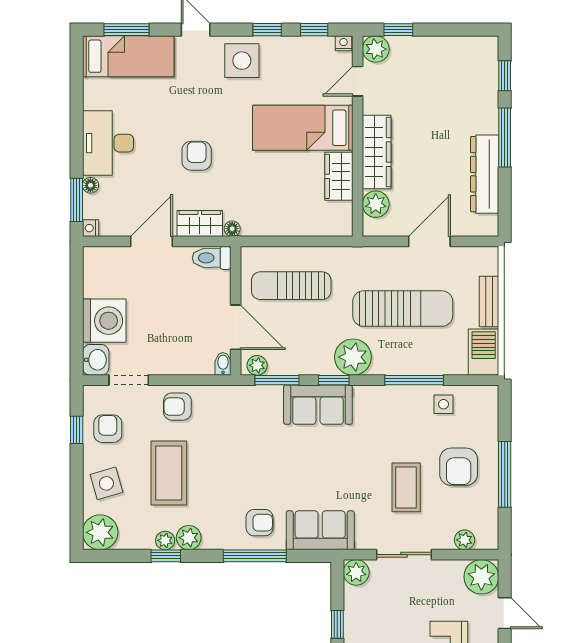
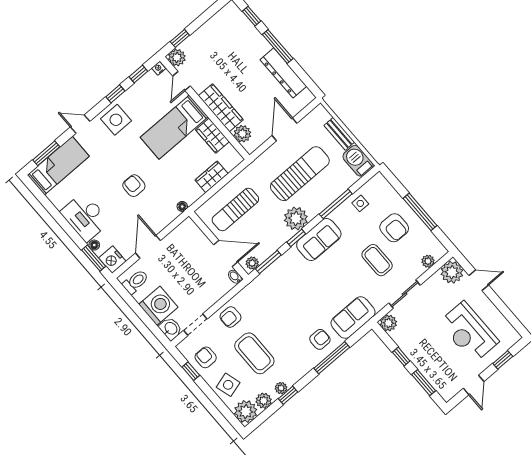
wardrobe: (200, 223) -> (212, 177), moved
nightstand: (91, 228) -> (112, 260), width x1.89, depth x1.79
toilet: (212, 258) -> (136, 282), moved, turned 180
sofa: (318, 405) -> (319, 240), moved
plant: (189, 538) -> (264, 401), moved

